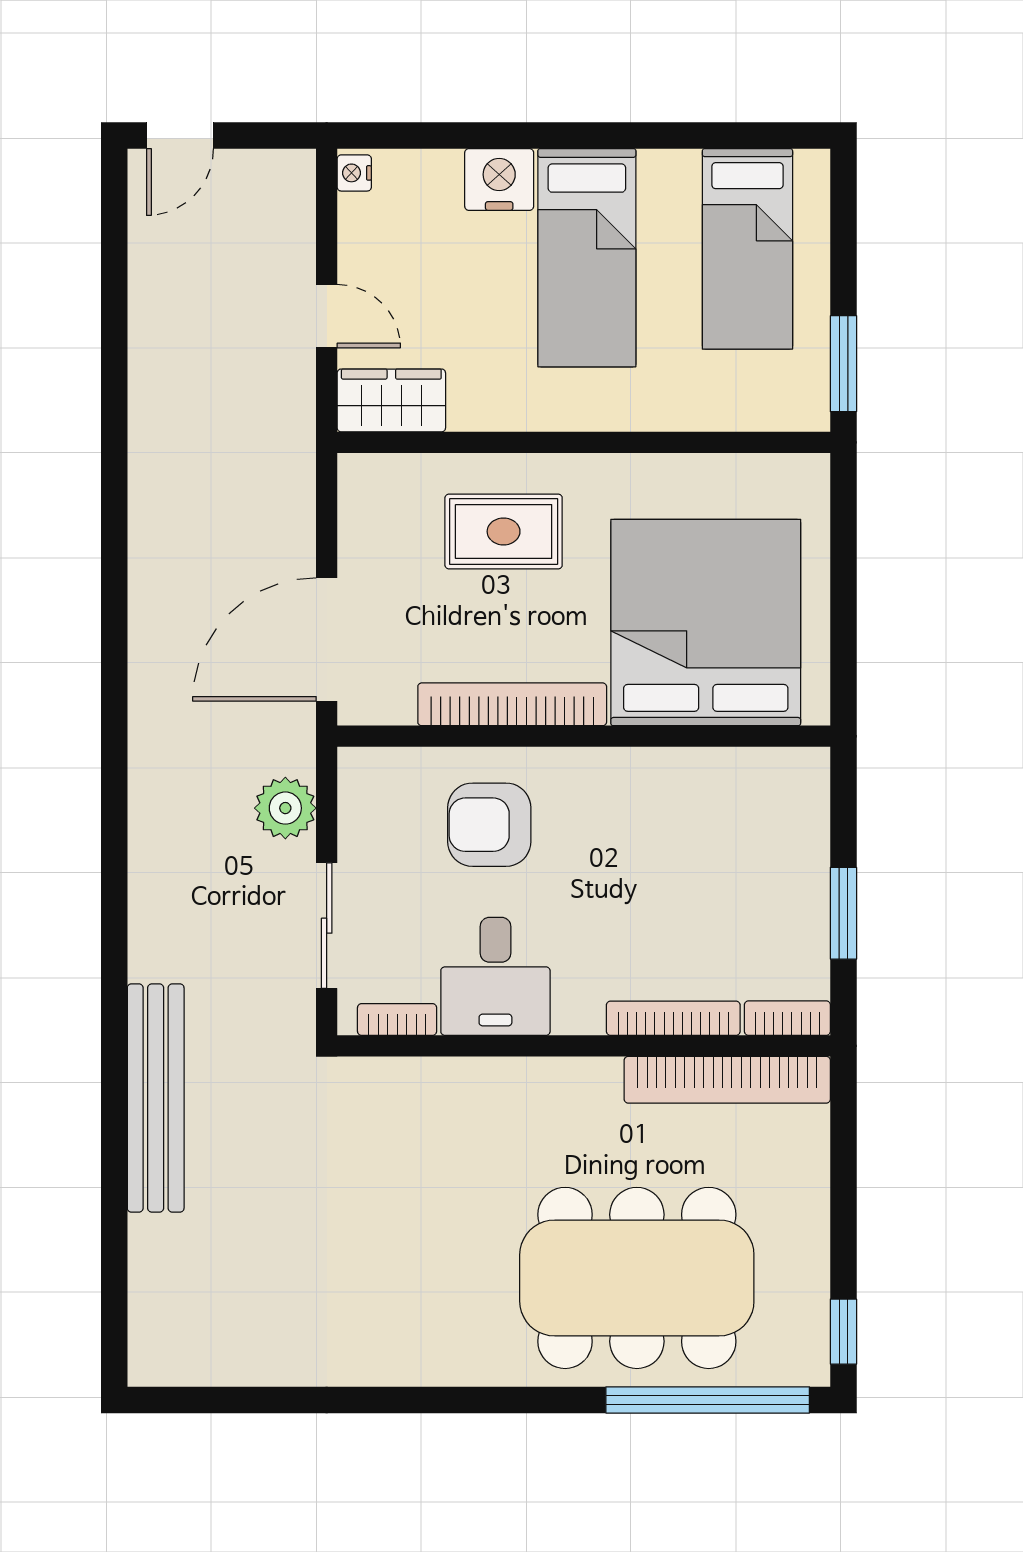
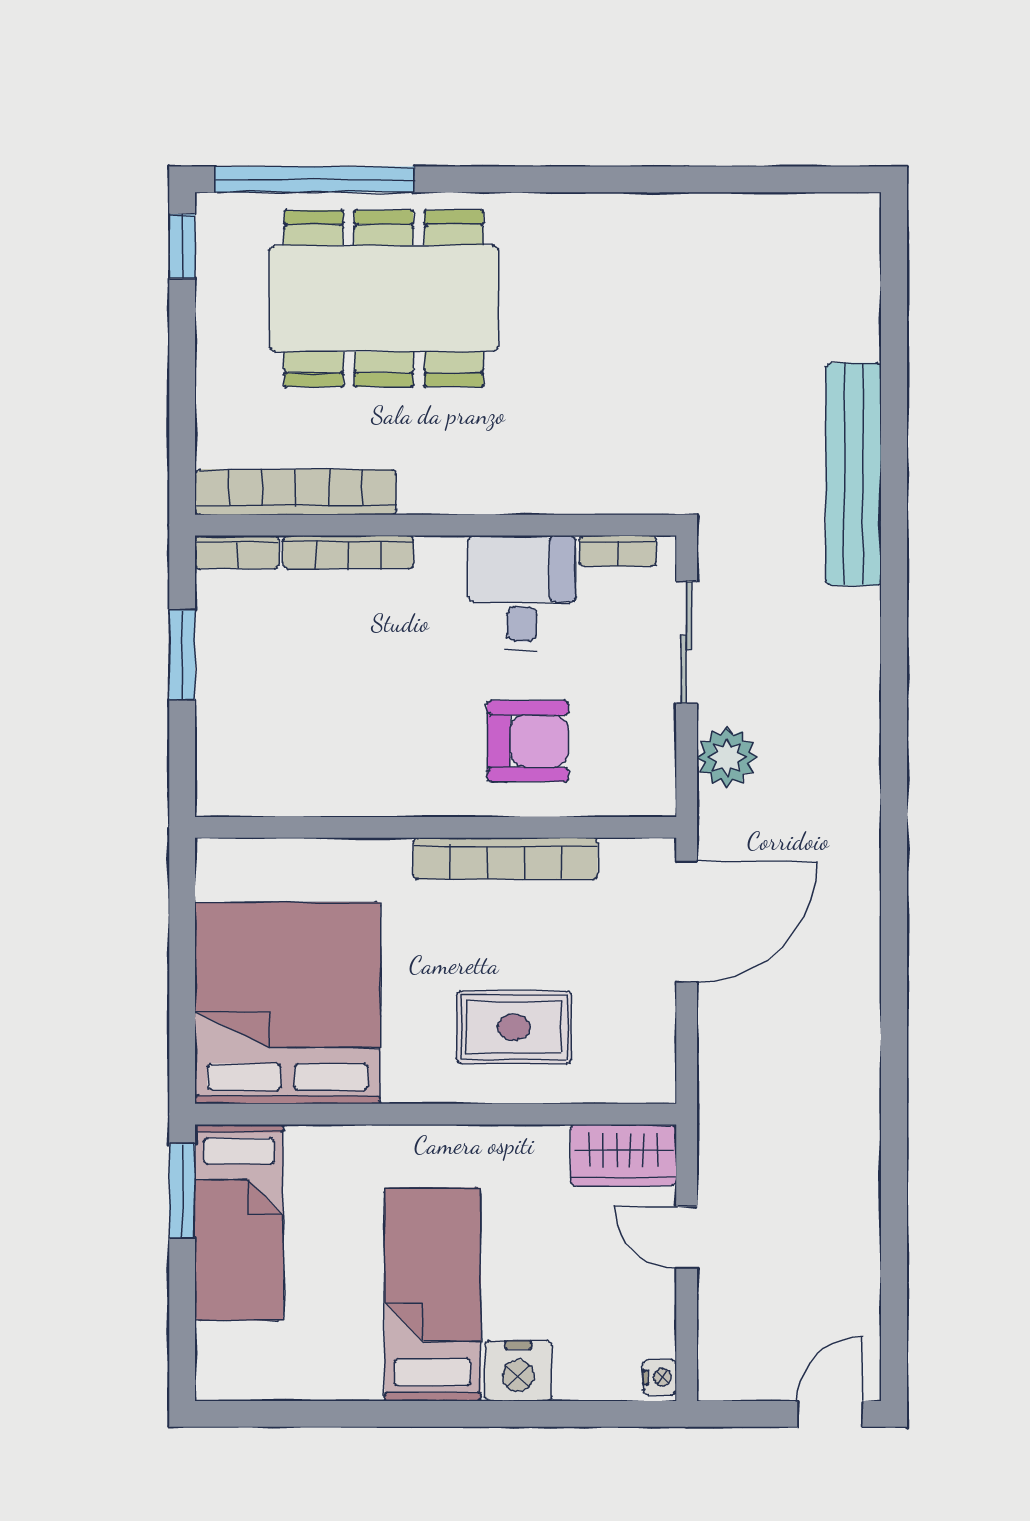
bed: (747, 249) -> (239, 1222), moved, turned 180
bed: (706, 623) -> (288, 1003), moved, turned 180

